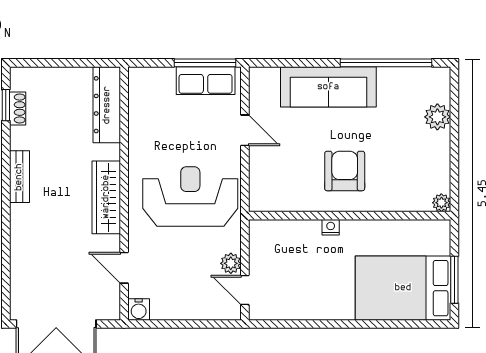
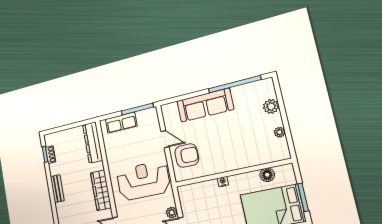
row of seats: (206, 81) -> (121, 123), moved
armchair: (345, 171) -> (187, 156), moved, turned 90
plant: (441, 203) -> (280, 132), moved
floor lamp: (406, 231) -> (267, 175), added

